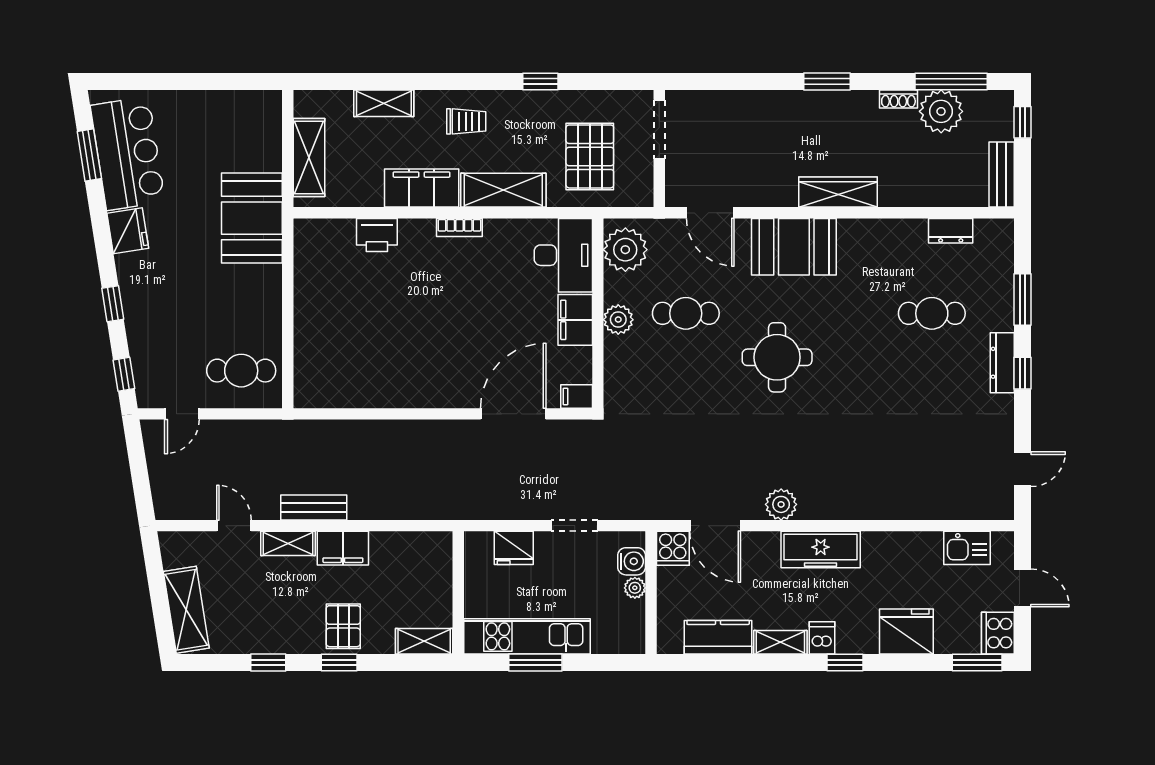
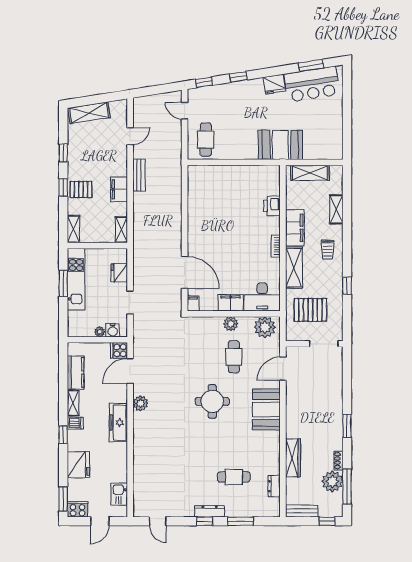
wardrobe: (838, 192) -> (293, 458), moved
cafe table: (932, 313) -> (234, 477), turned 90
shelving: (288, 543) -> (121, 230), moved

